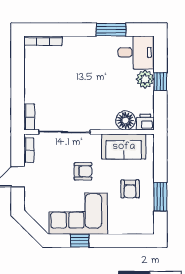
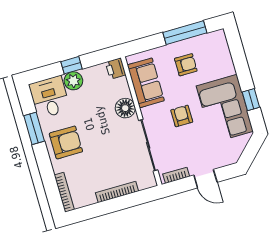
armchair: (89, 56) -> (66, 142), added
bookcase: (29, 117) -> (117, 192), moved, width x1.56
floor lamp: (126, 120) -> (125, 108), moved
window: (160, 197) -> (185, 33), width x1.44

